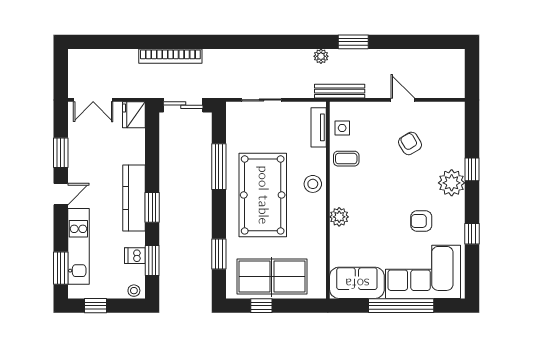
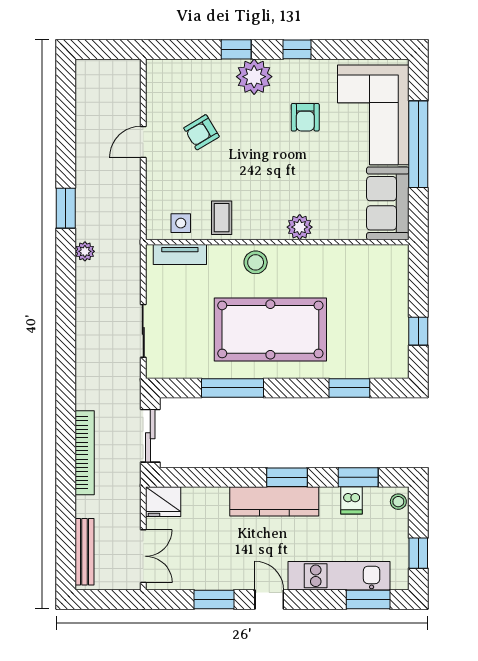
bench: (340, 91) -> (84, 552), moved
window: (472, 234) -> (297, 49), moved
table tennis table: (272, 277) -> (379, 317), removed

